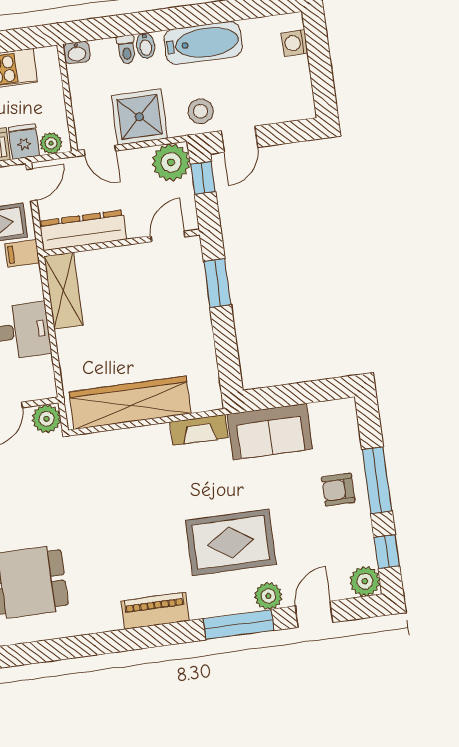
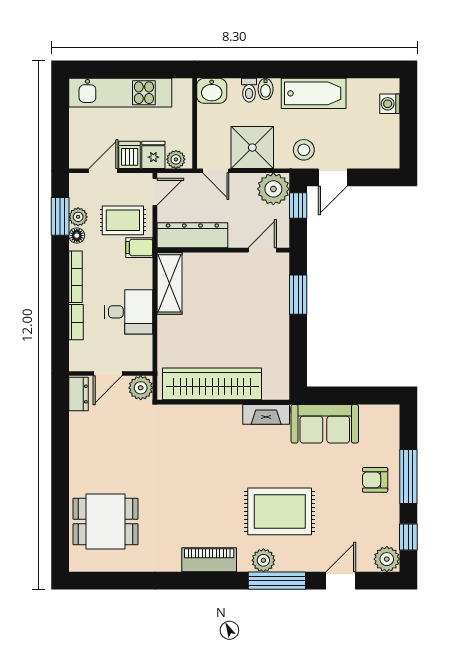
washbasin: (77, 53) -> (212, 91), width x1.38, depth x1.45
plant: (268, 596) -> (263, 560), moved

